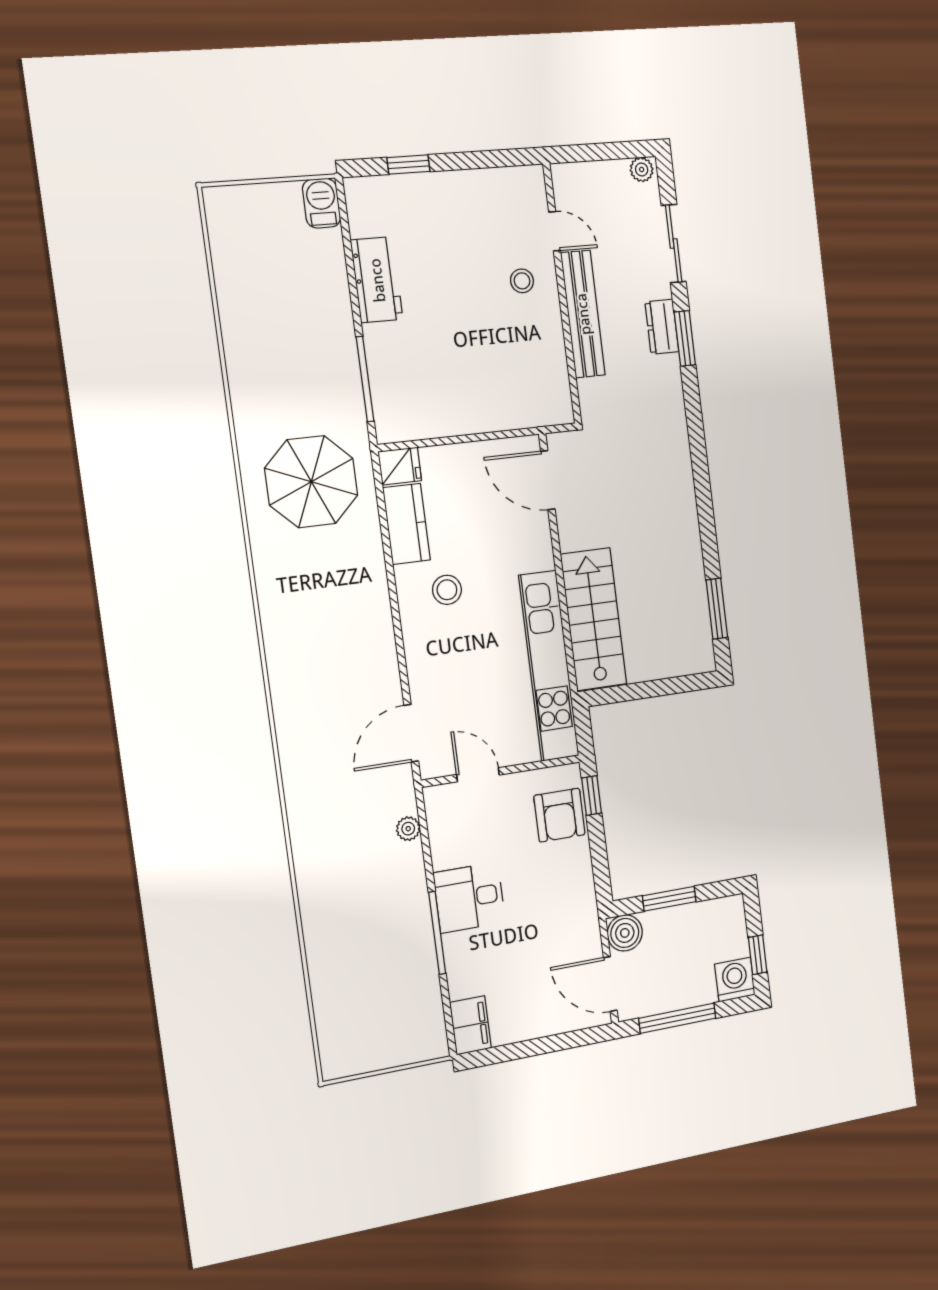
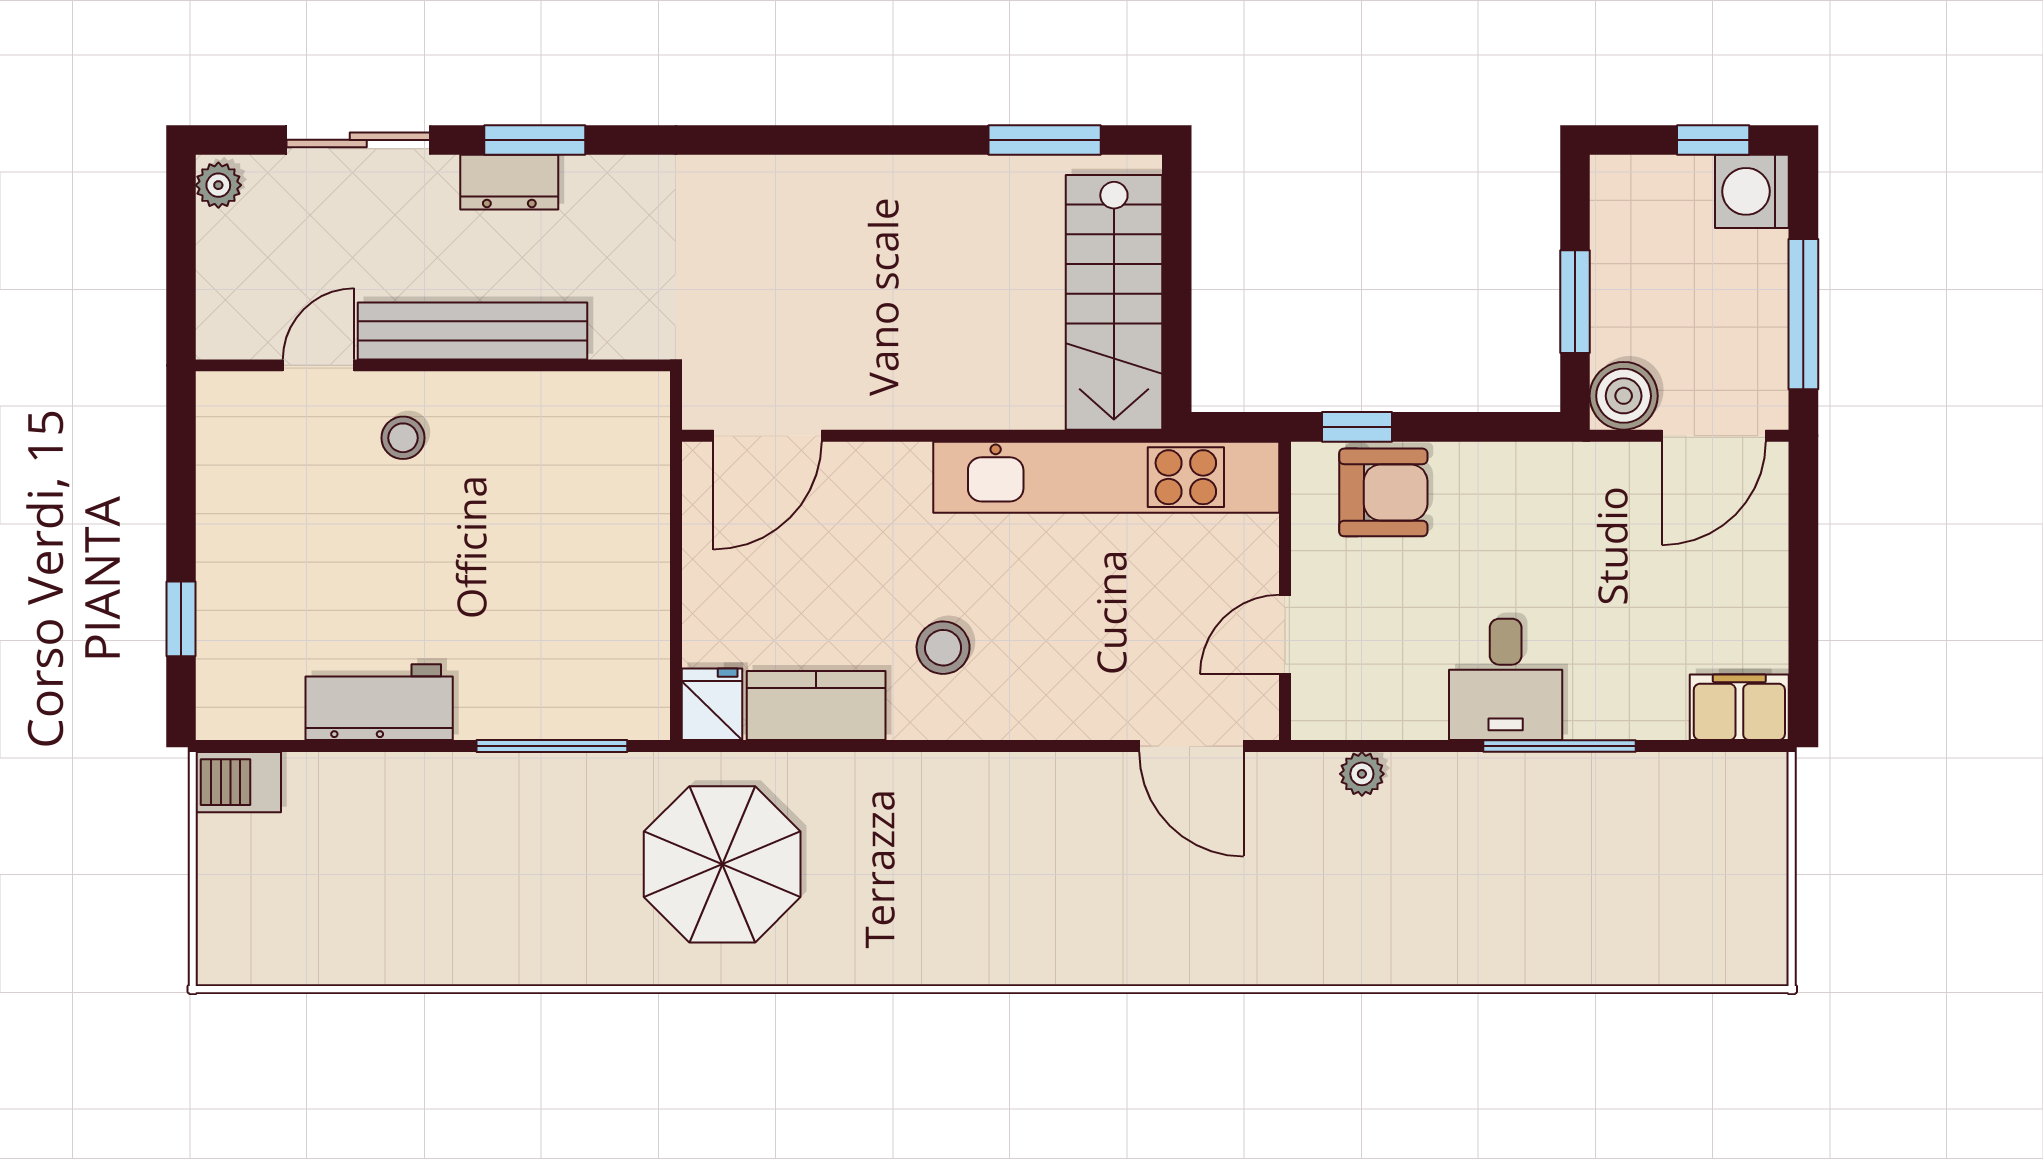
stairs: (594, 619) -> (1114, 302), moved, turned -90

